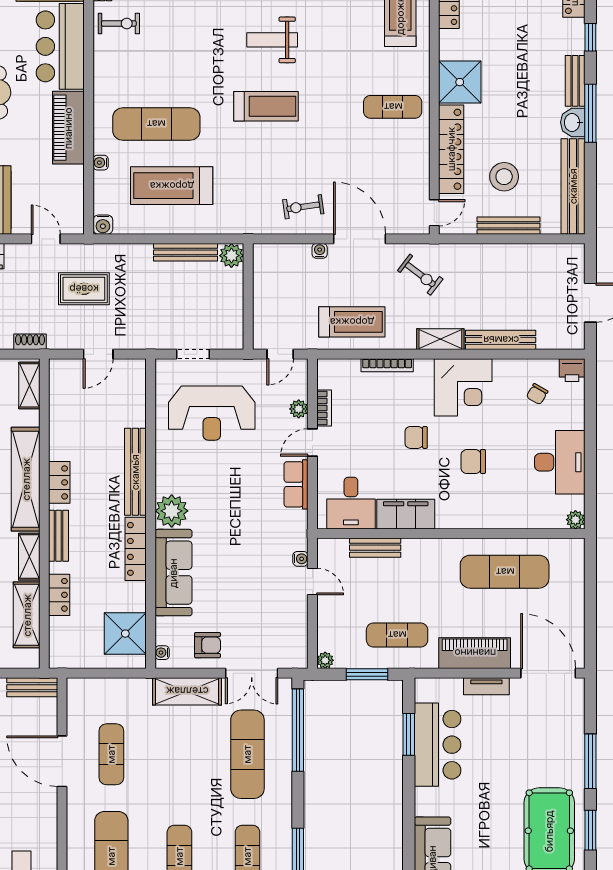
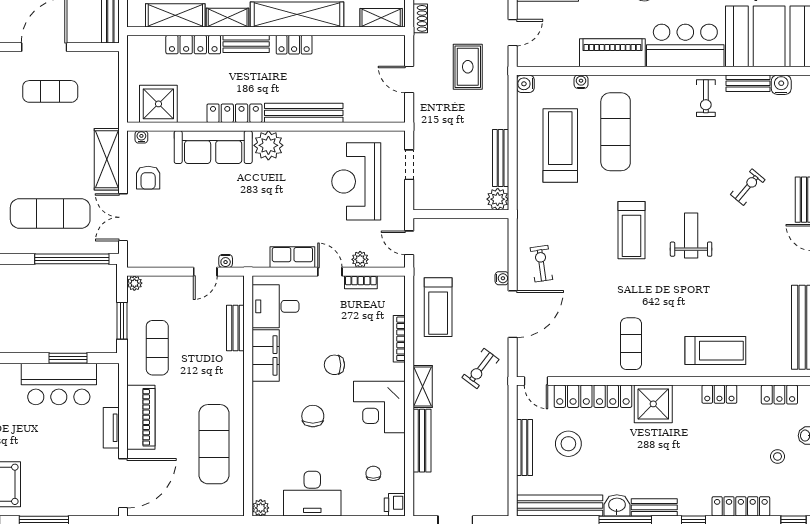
chair: (537, 394) -> (373, 473), turned 60
chair: (416, 437) -> (334, 365), turned -90
locker: (59, 595) -> (193, 45), width x1.53

